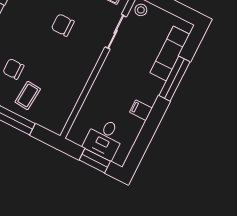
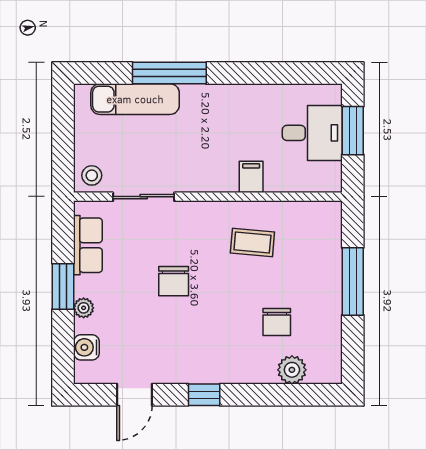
coffee table: (28, 95) -> (252, 243), moved
filing cabinet: (141, 110) -> (251, 177), moved, turned 180

